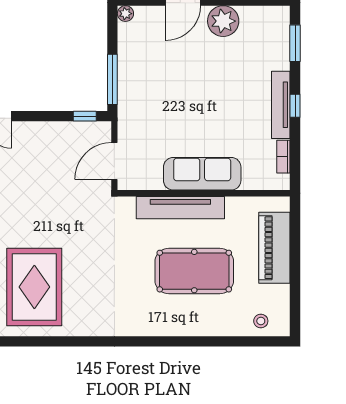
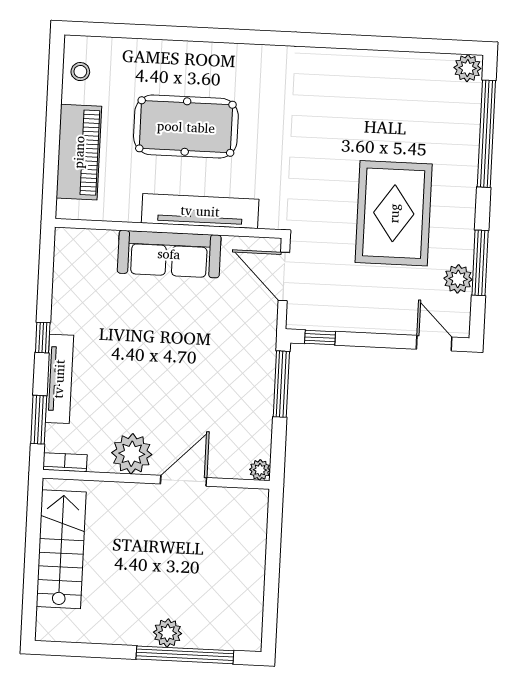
tv unit: (281, 105) -> (59, 379), moved
bookcase: (283, 157) -> (65, 462), moved, turned -90
door: (114, 161) -> (284, 277), swing flipped
rug: (34, 287) -> (394, 213), moved
stool: (261, 321) -> (80, 72), moved

